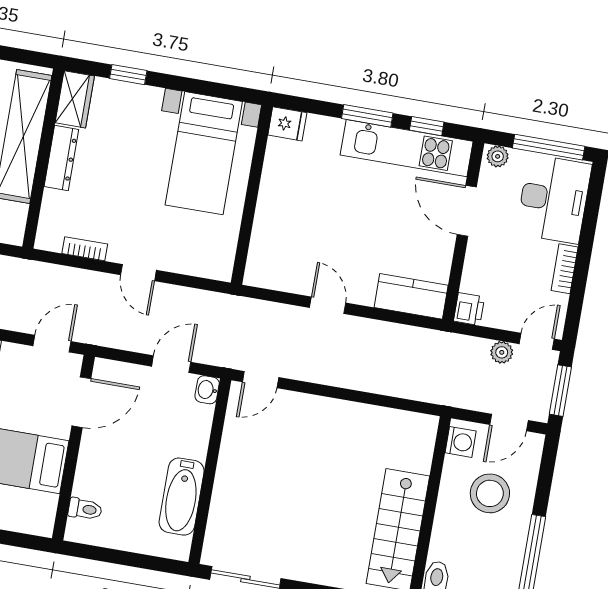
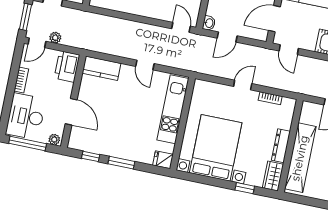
kitchen unit: (407, 148) -> (173, 109), moved, turned -90
bed with nightstands: (204, 153) -> (216, 148), width x1.36
door: (138, 273) -> (243, 85), hinge flipped
printer: (469, 309) -> (67, 67), width x1.87, depth x1.48
door: (52, 344) -> (289, 50), hinge flipped
door: (261, 380) -> (181, 27), hinge flipped

